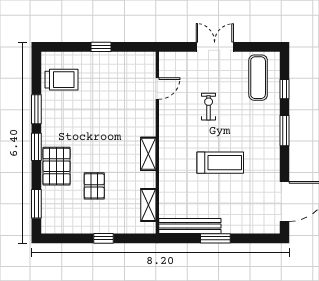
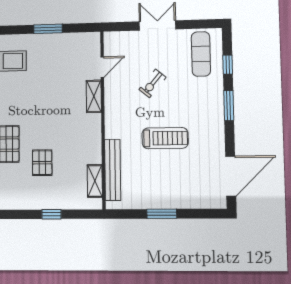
window: (101, 47) -> (48, 29), width x1.50
exercise bike: (209, 107) -> (153, 83), turned -140
shelving: (148, 154) -> (94, 96), moved
bench: (190, 226) -> (113, 170), moved, turned 90

